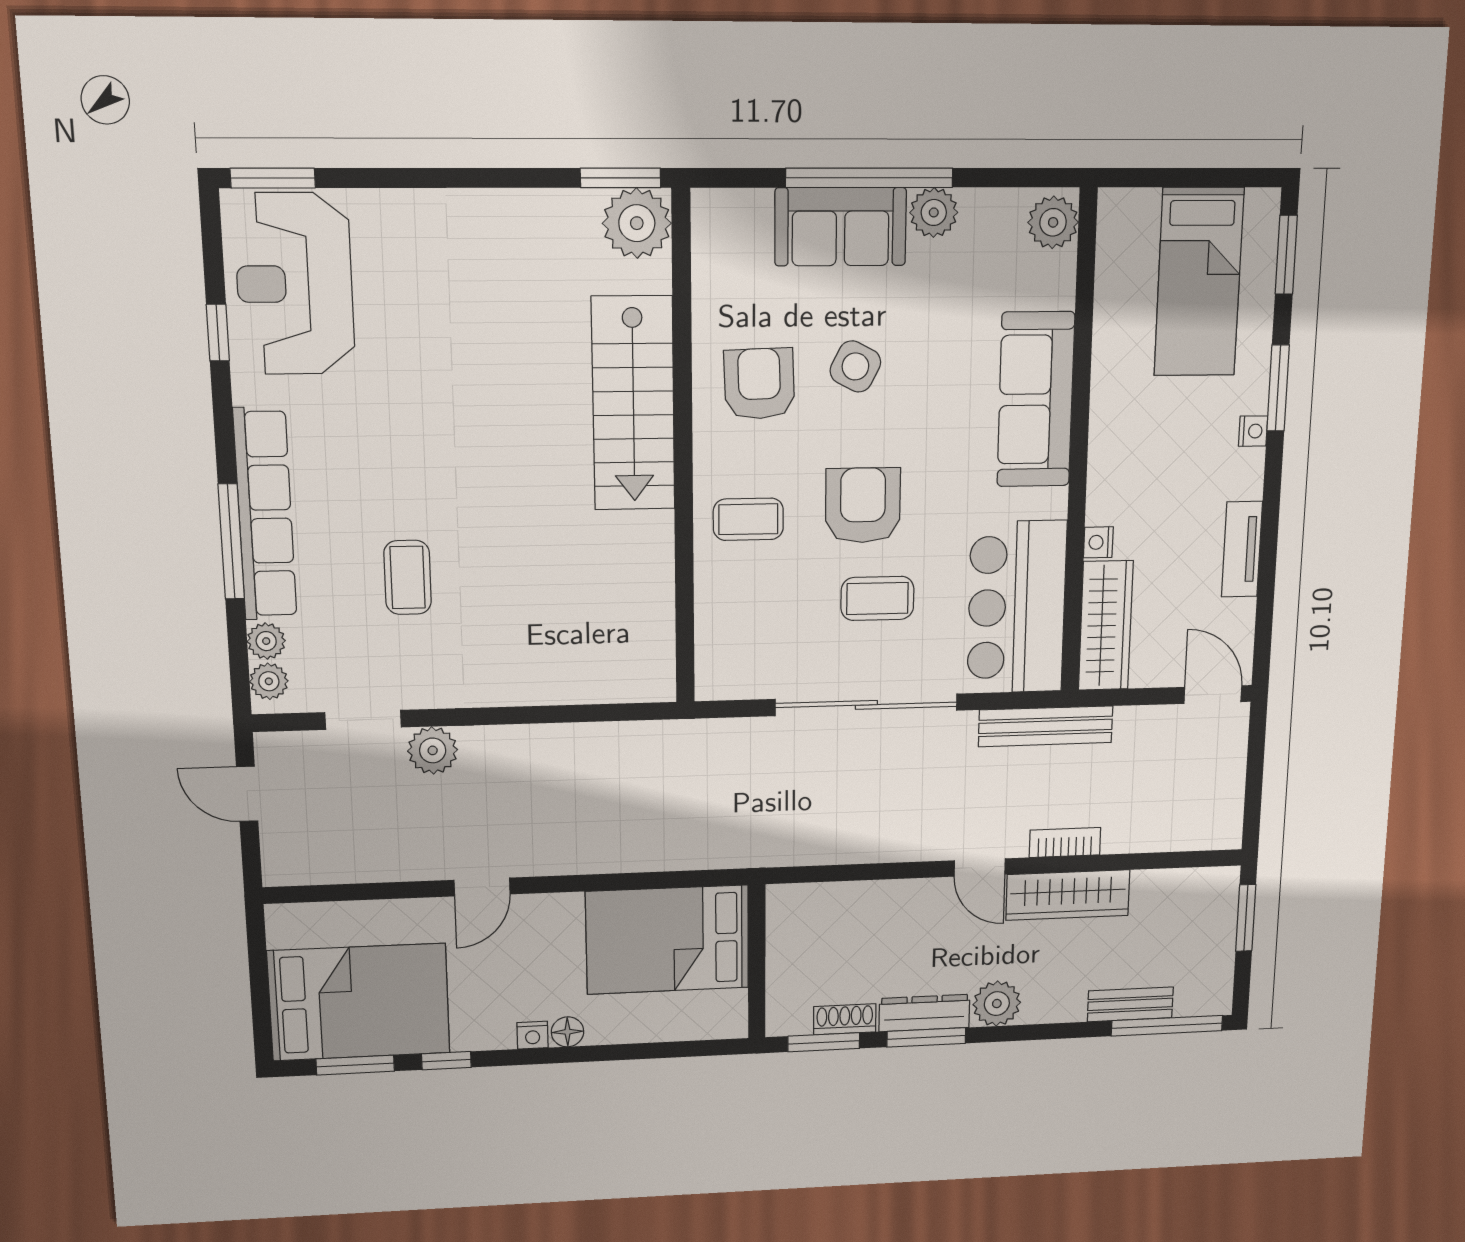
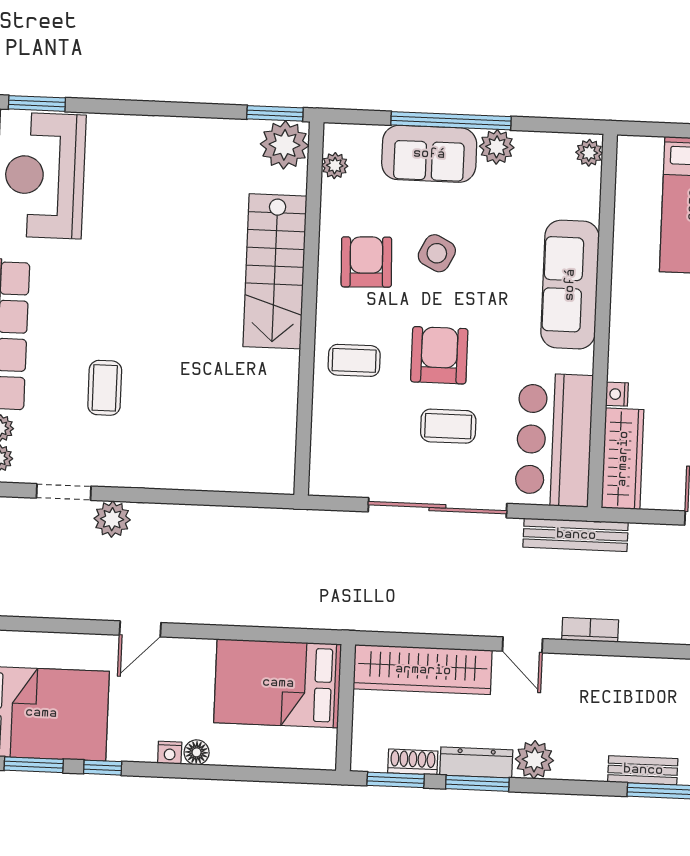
plant: (1053, 222) -> (589, 153), width x0.73, depth x0.73
plant: (709, 250) -> (335, 166), added
wardrobe: (1068, 895) -> (423, 670), moved, width x1.40, depth x1.17

